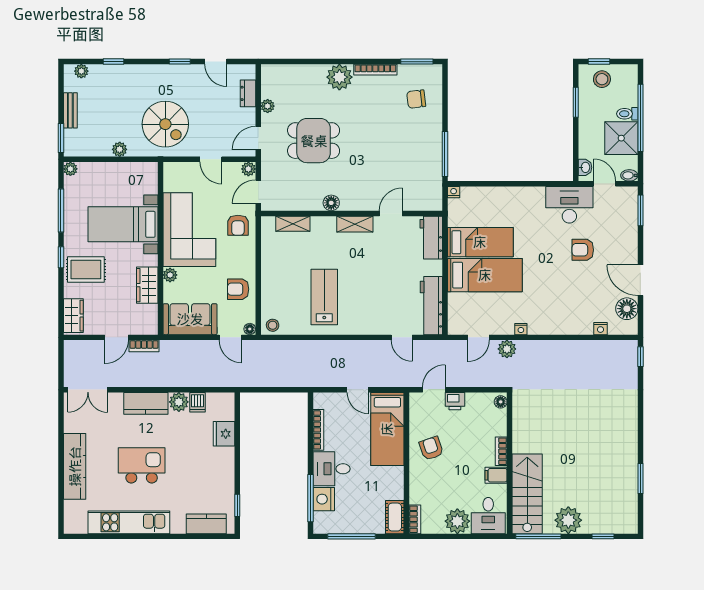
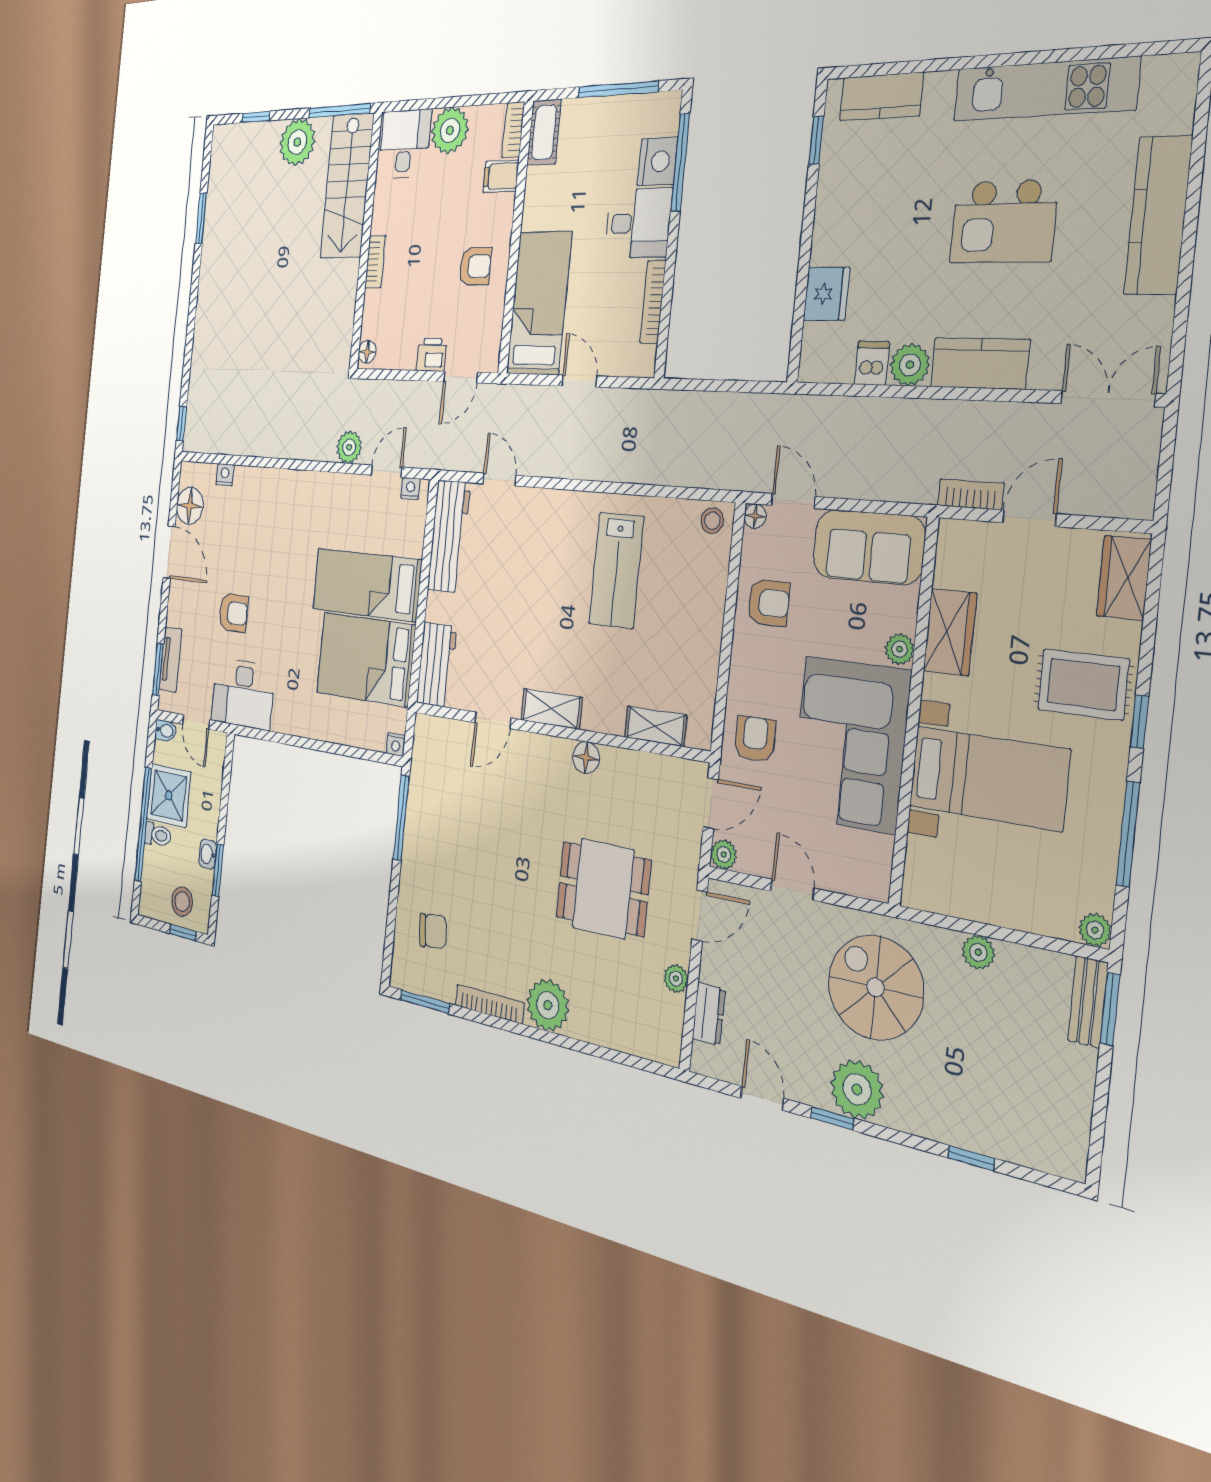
plant: (81, 71) -> (857, 1089), moved, width x1.87, depth x1.87
bench: (70, 110) -> (1088, 1002), moved
washbasin: (585, 167) -> (208, 854), moved
tv unit: (631, 217) -> (170, 659), added
bed: (480, 242) -> (366, 659), width x1.50
nightstand: (521, 329) -> (410, 488), moved
armchair: (431, 448) -> (475, 266), turned -71
filing cabinet: (496, 475) -> (501, 176), moved, turned 180

